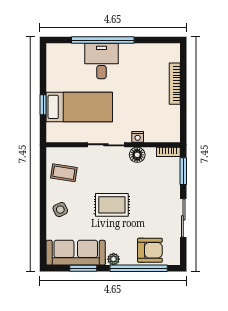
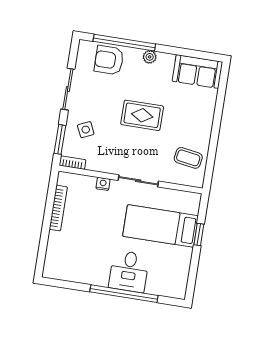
bookcase: (175, 84) -> (58, 208), moved
floor lamp: (137, 155) -> (107, 165), removed
side table: (60, 210) -> (86, 130), moved
sofa: (76, 253) -> (197, 72), width x0.73
window: (83, 268) -> (184, 52), removed

